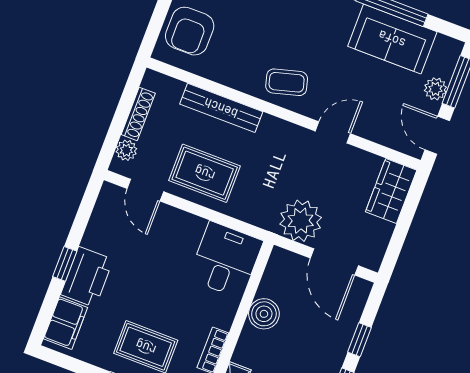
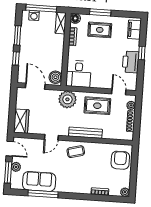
bench: (221, 108) -> (85, 133), moved
plant: (301, 221) -> (67, 99), moved
printer: (87, 277) -> (131, 62), moved
boiler: (264, 314) -> (55, 77), moved

